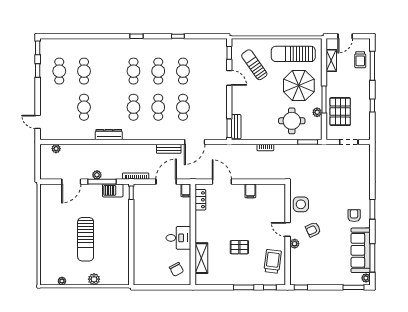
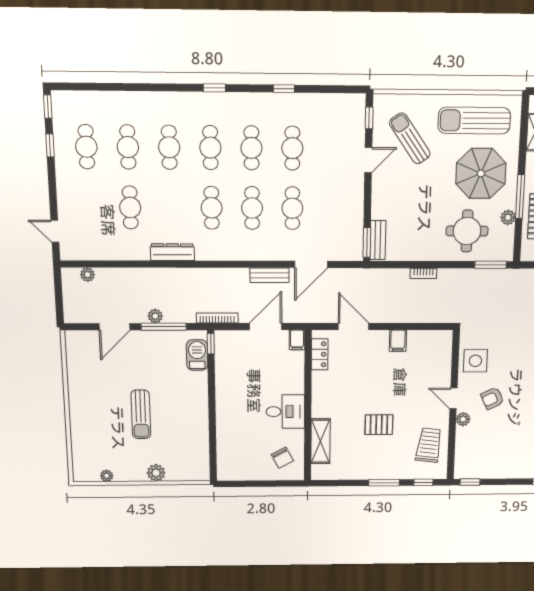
cafe table: (109, 71) -> (169, 147), added
door: (229, 78) -> (368, 160), hinge flipped
barbecue: (113, 190) -> (197, 355), moved, turned 90
sun lounger: (86, 239) -> (141, 414), width x0.73, depth x0.75

